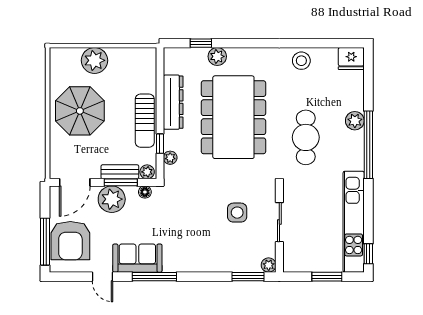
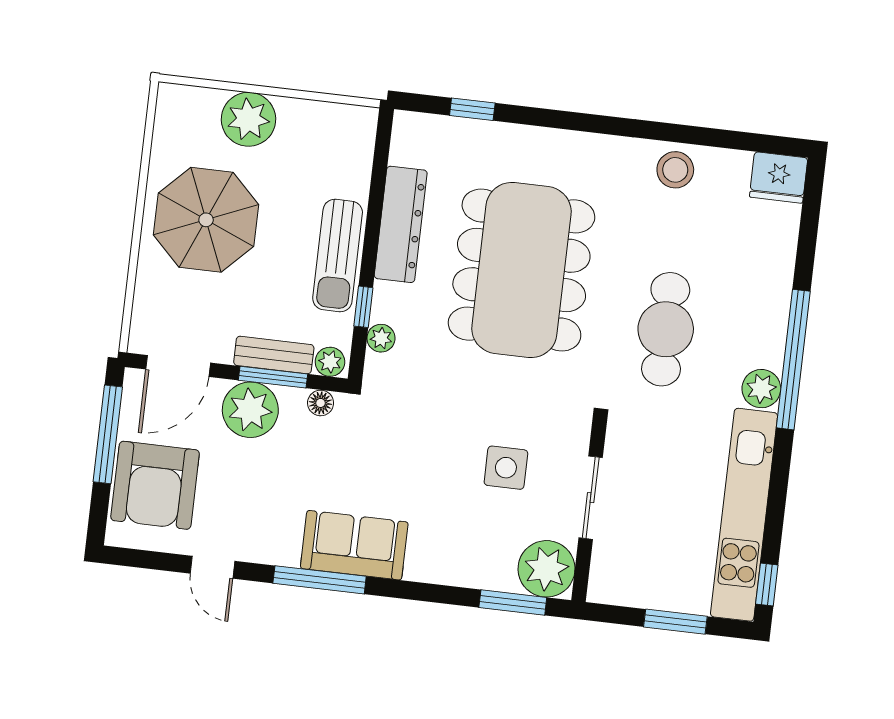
plant: (217, 56) -> (503, 141), removed
plant: (355, 121) -> (761, 389), moved
window: (45, 242) -> (108, 434), moved
sofa: (137, 258) -> (354, 545), moved
plant: (269, 265) -> (546, 569), width x1.87, depth x1.87

